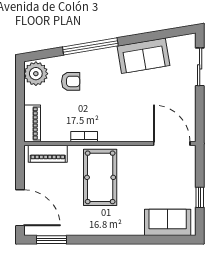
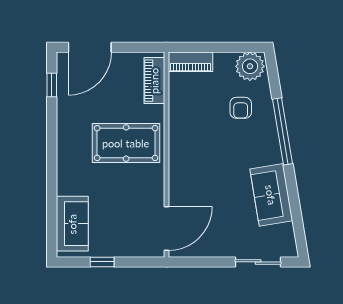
bookcase: (84, 137) -> (175, 124), removed
window: (51, 240) -> (52, 85), width x0.67

